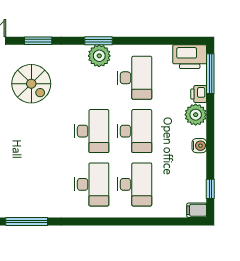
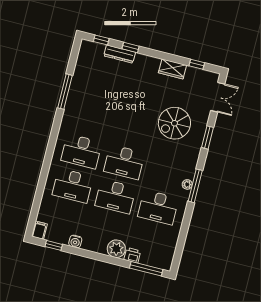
window: (98, 41) -> (195, 186), width x1.44
plant: (99, 56) -> (187, 184), width x0.53, depth x0.53
printer: (190, 57) -> (164, 256), removed
water cooler: (199, 146) -> (75, 241), moved

